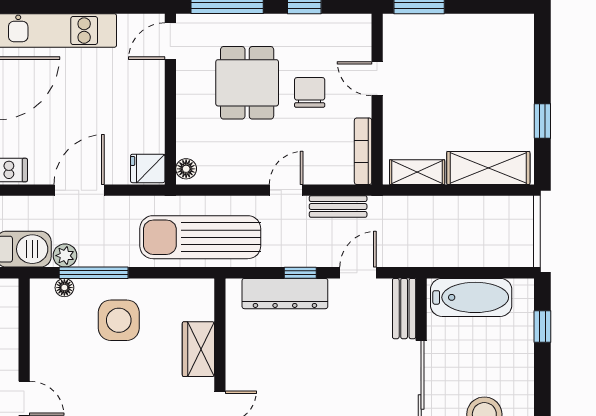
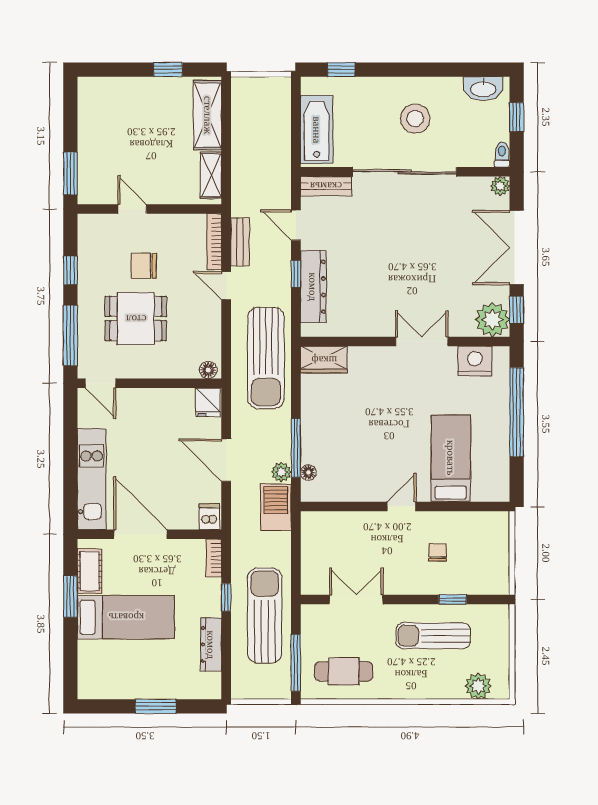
door: (377, 79) -> (132, 209), swing flipped
bookcase: (363, 151) -> (214, 242), moved, turned 90
side table: (119, 320) -> (336, 427), removed
wardrobe: (198, 349) -> (324, 360), moved

